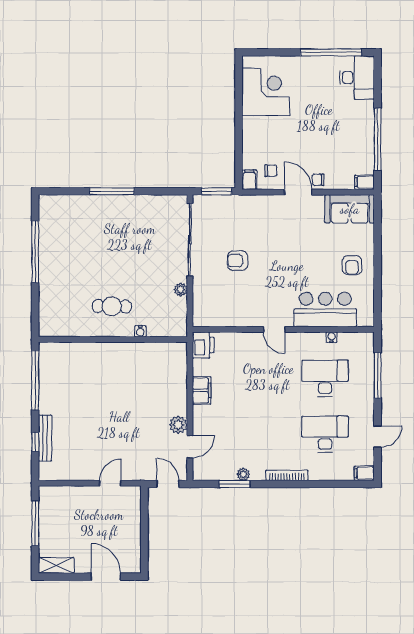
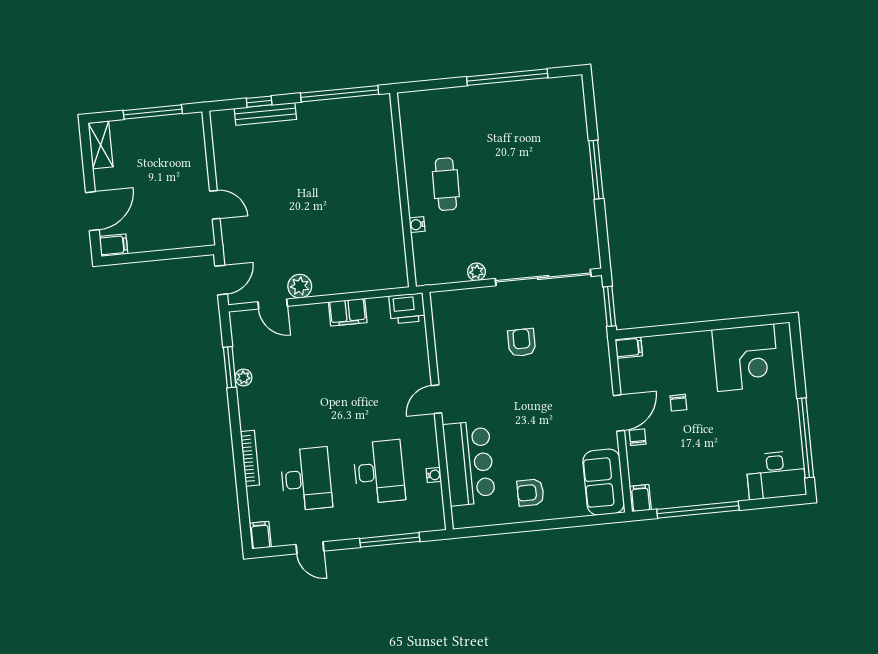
chair: (271, 171) -> (678, 403), moved
bookcase: (287, 475) -> (250, 458), moved
filing cabinet: (133, 563) -> (114, 245), added

